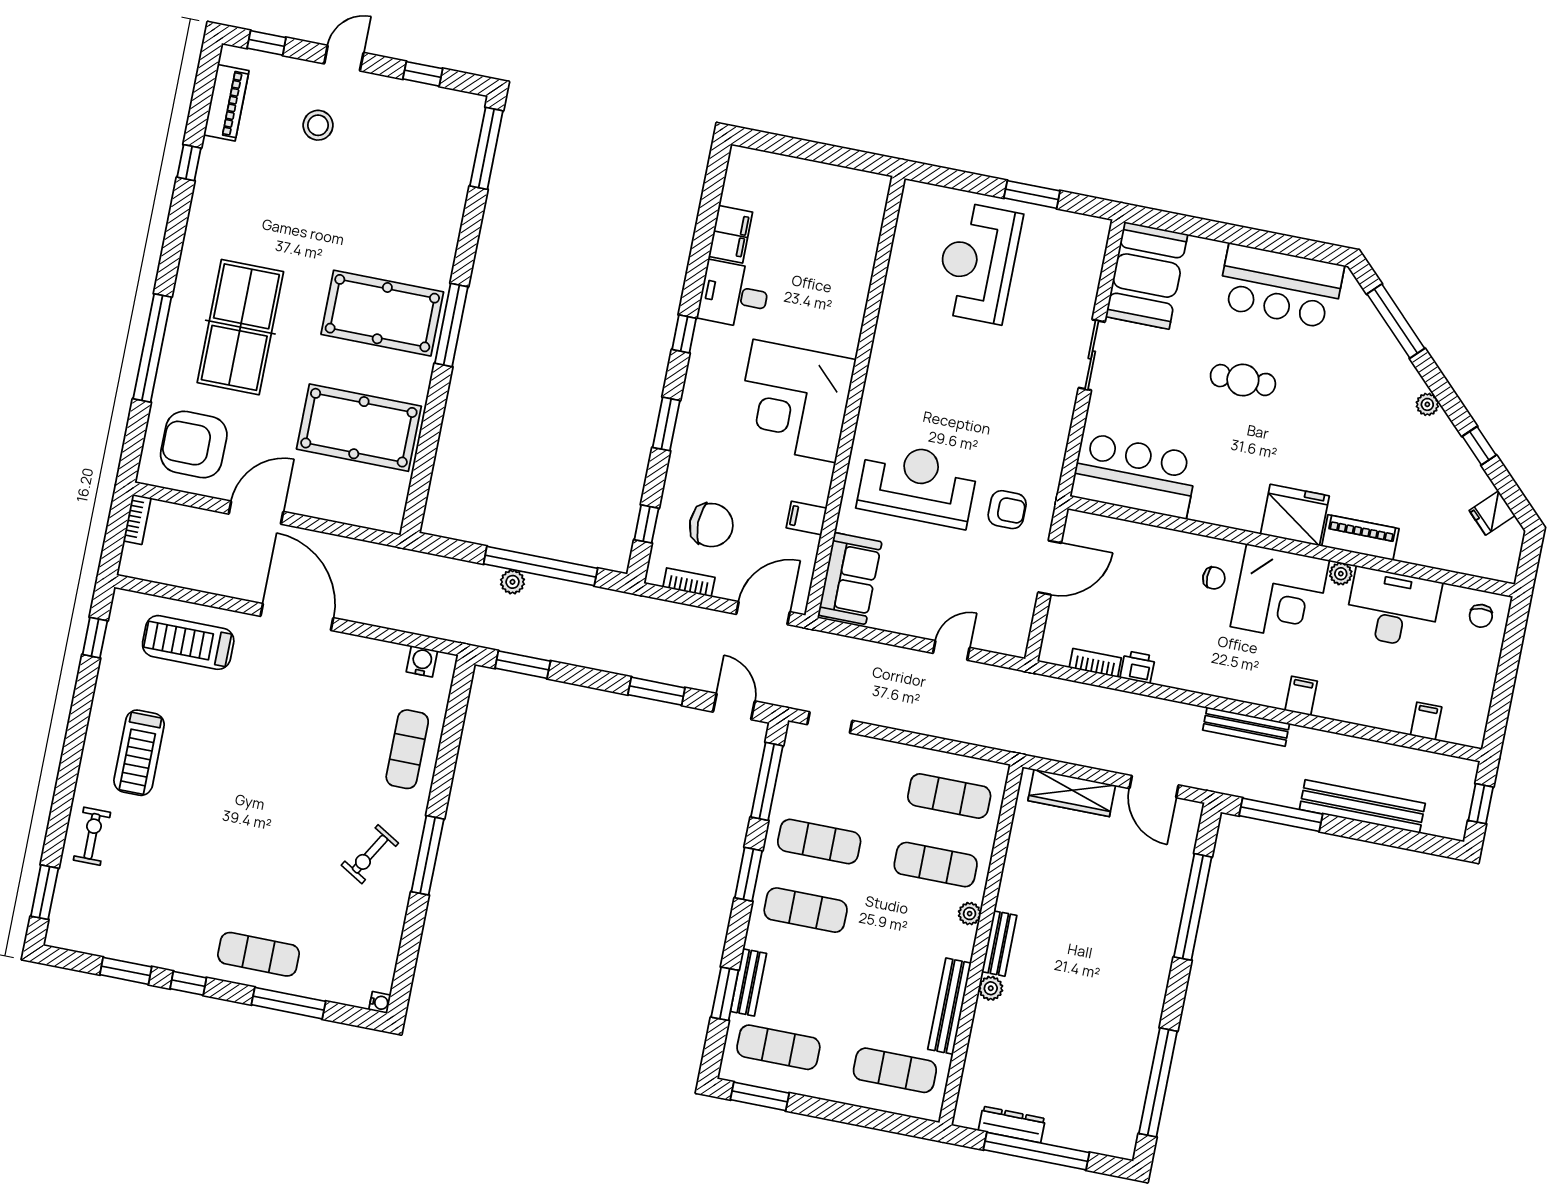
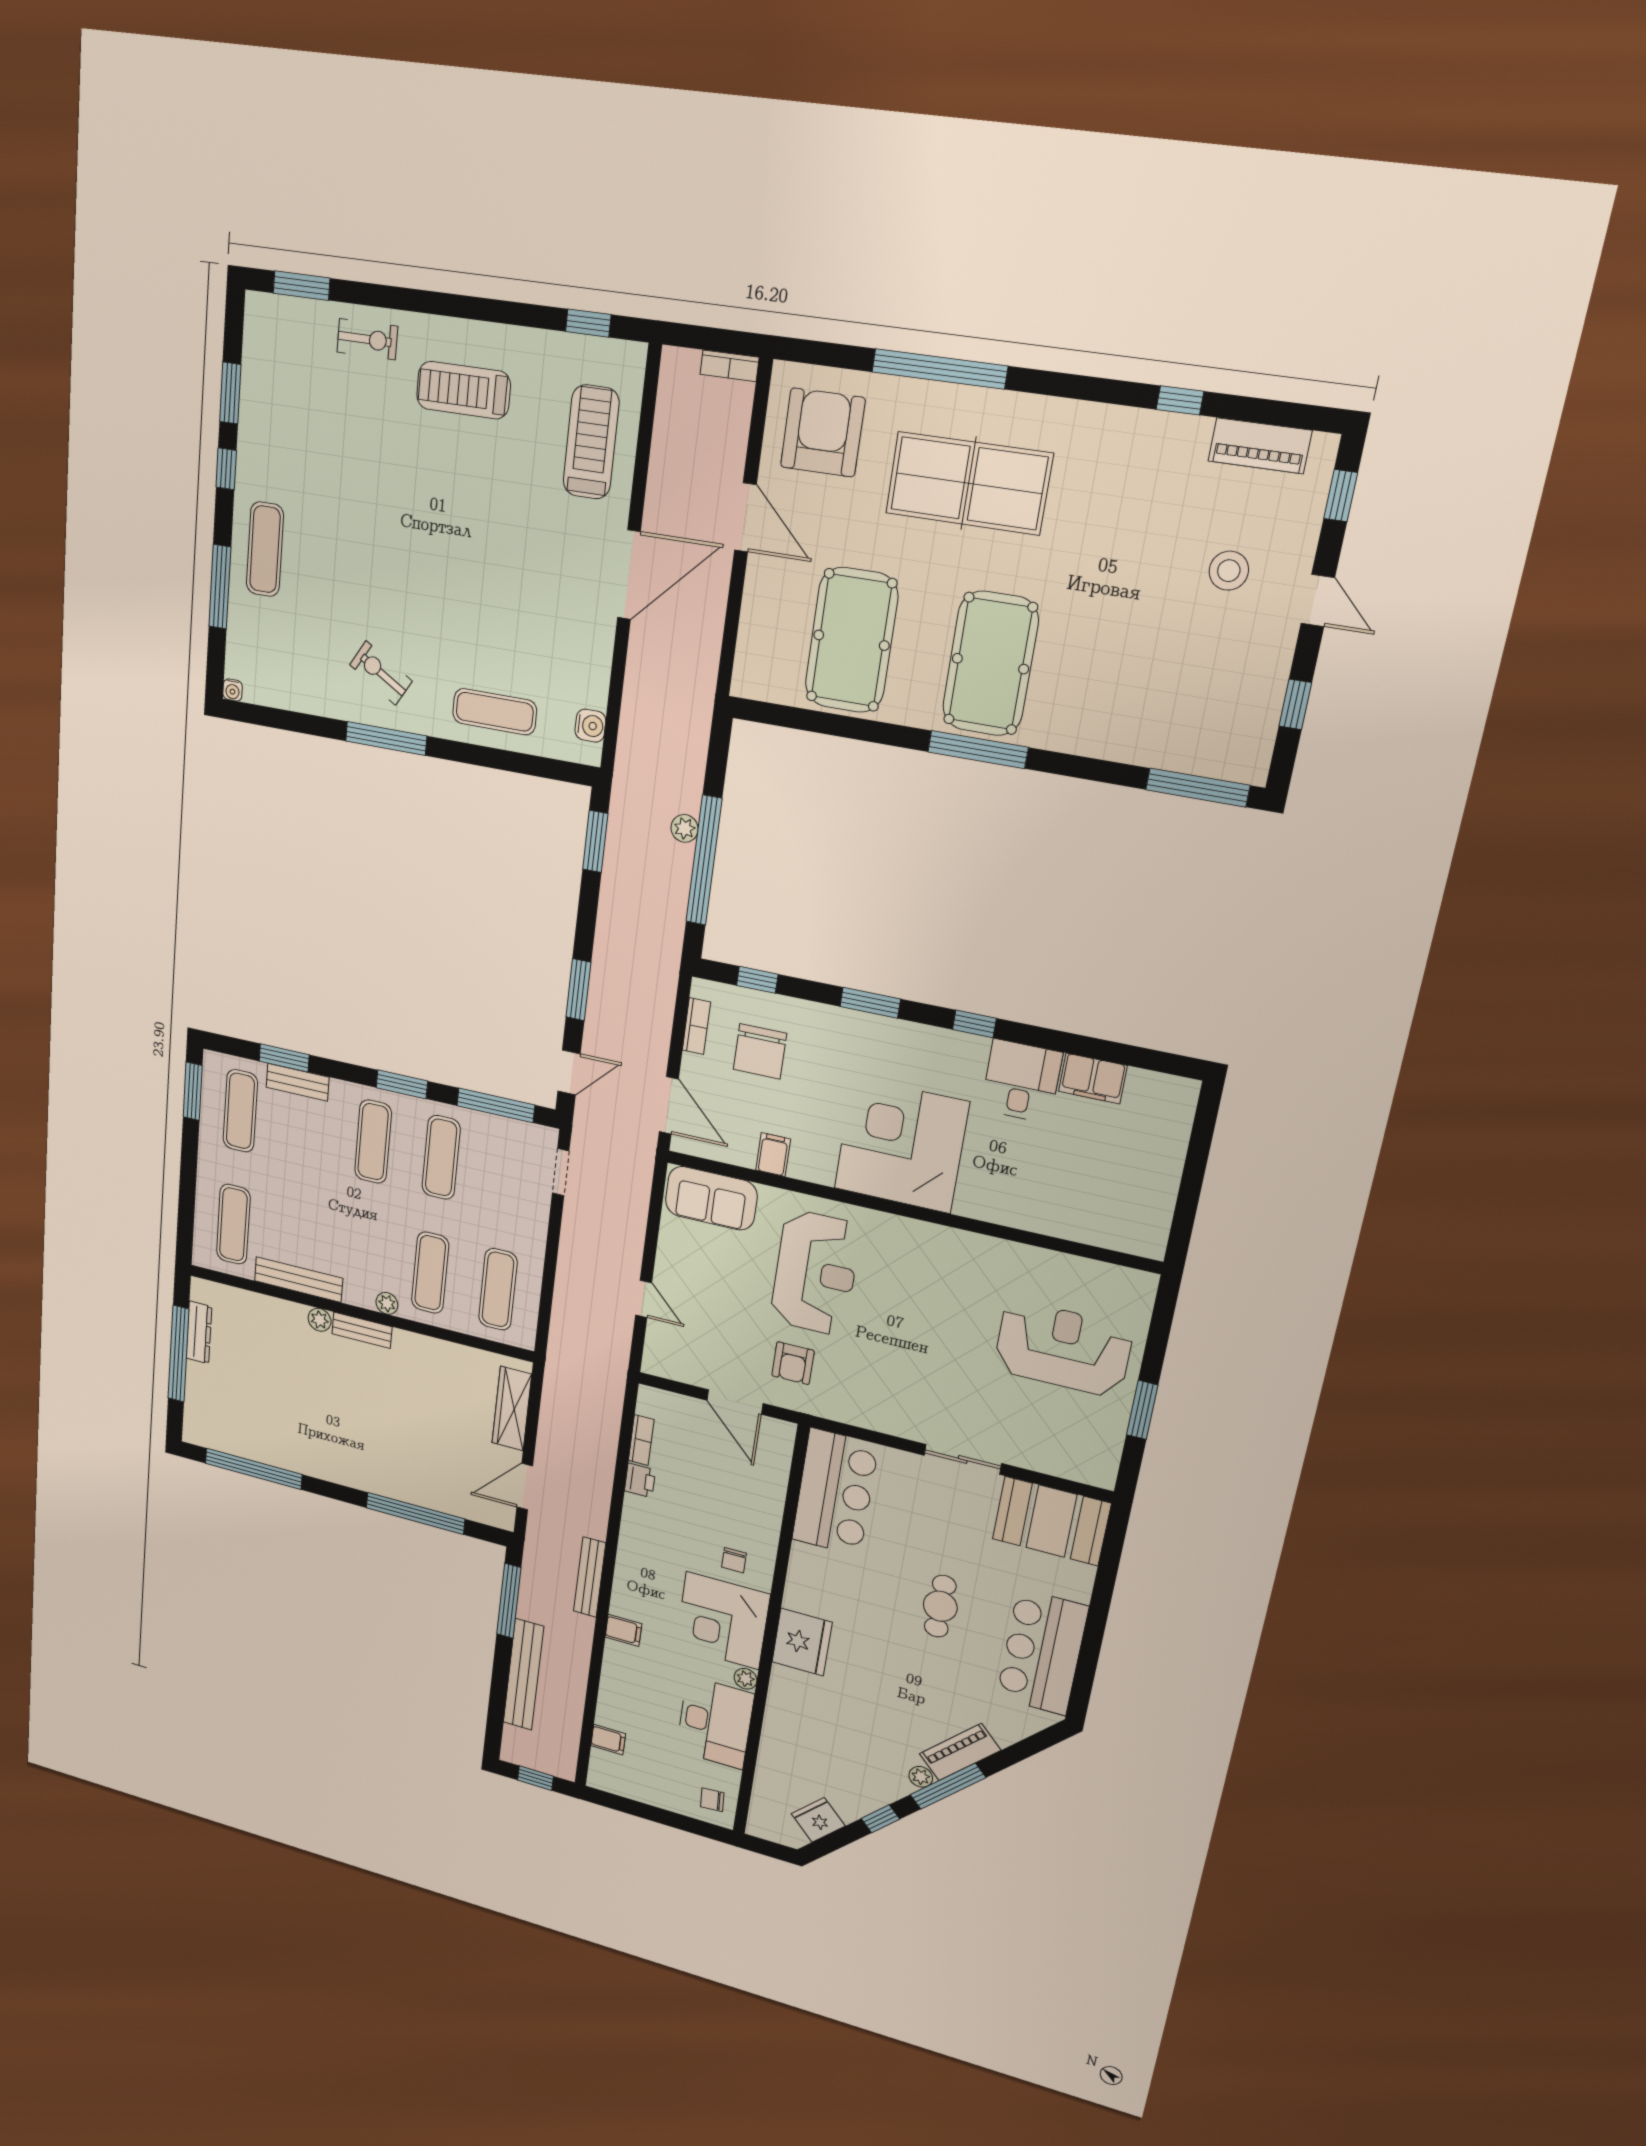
window: (1396, 321) -> (948, 1786), moved
fridge: (1492, 513) -> (818, 1820), width x1.38
piano: (1360, 538) -> (960, 1752), moved, turned -135

